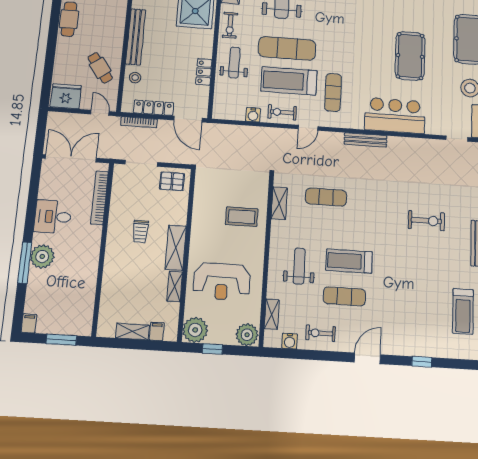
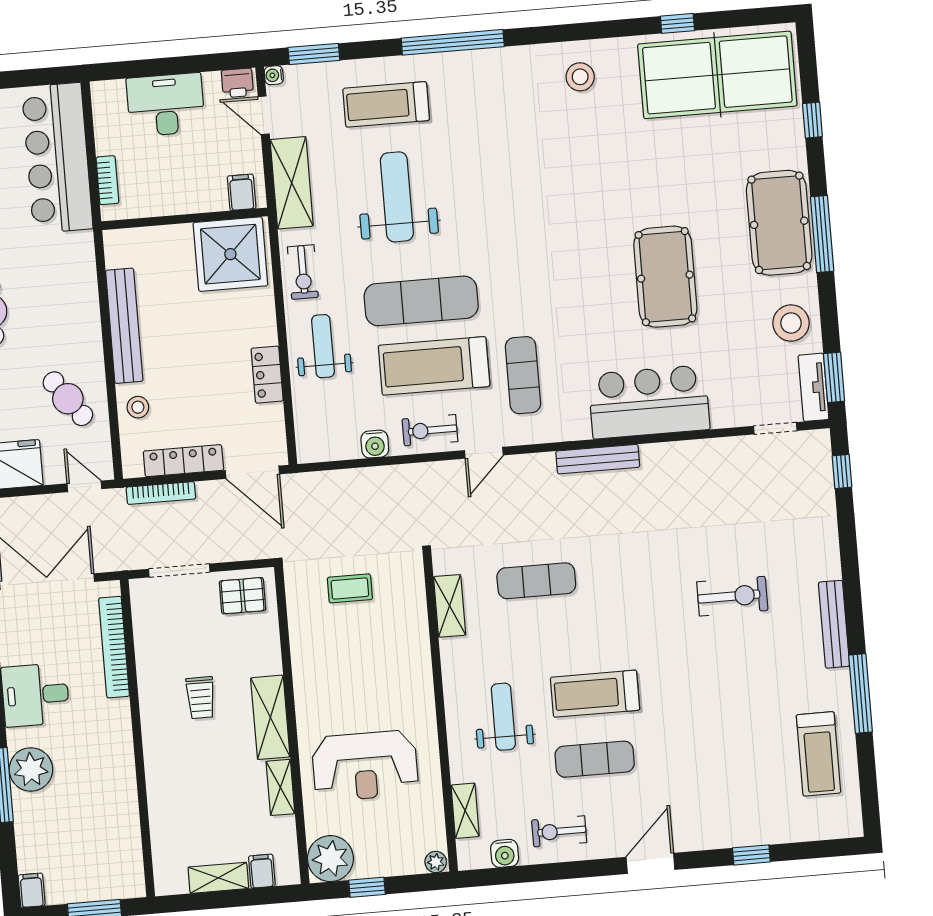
coffee table: (242, 217) -> (350, 588), moved, width x0.73, depth x0.77
plant: (247, 335) -> (436, 862), width x0.53, depth x0.53

